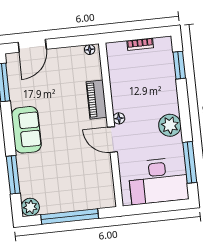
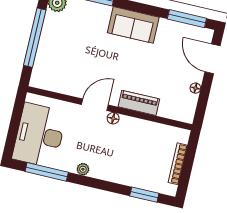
bookcase: (140, 44) -> (178, 164), width x1.56
floor lamp: (90, 50) -> (195, 88), moved
plant: (170, 125) -> (83, 169), width x0.53, depth x0.53

